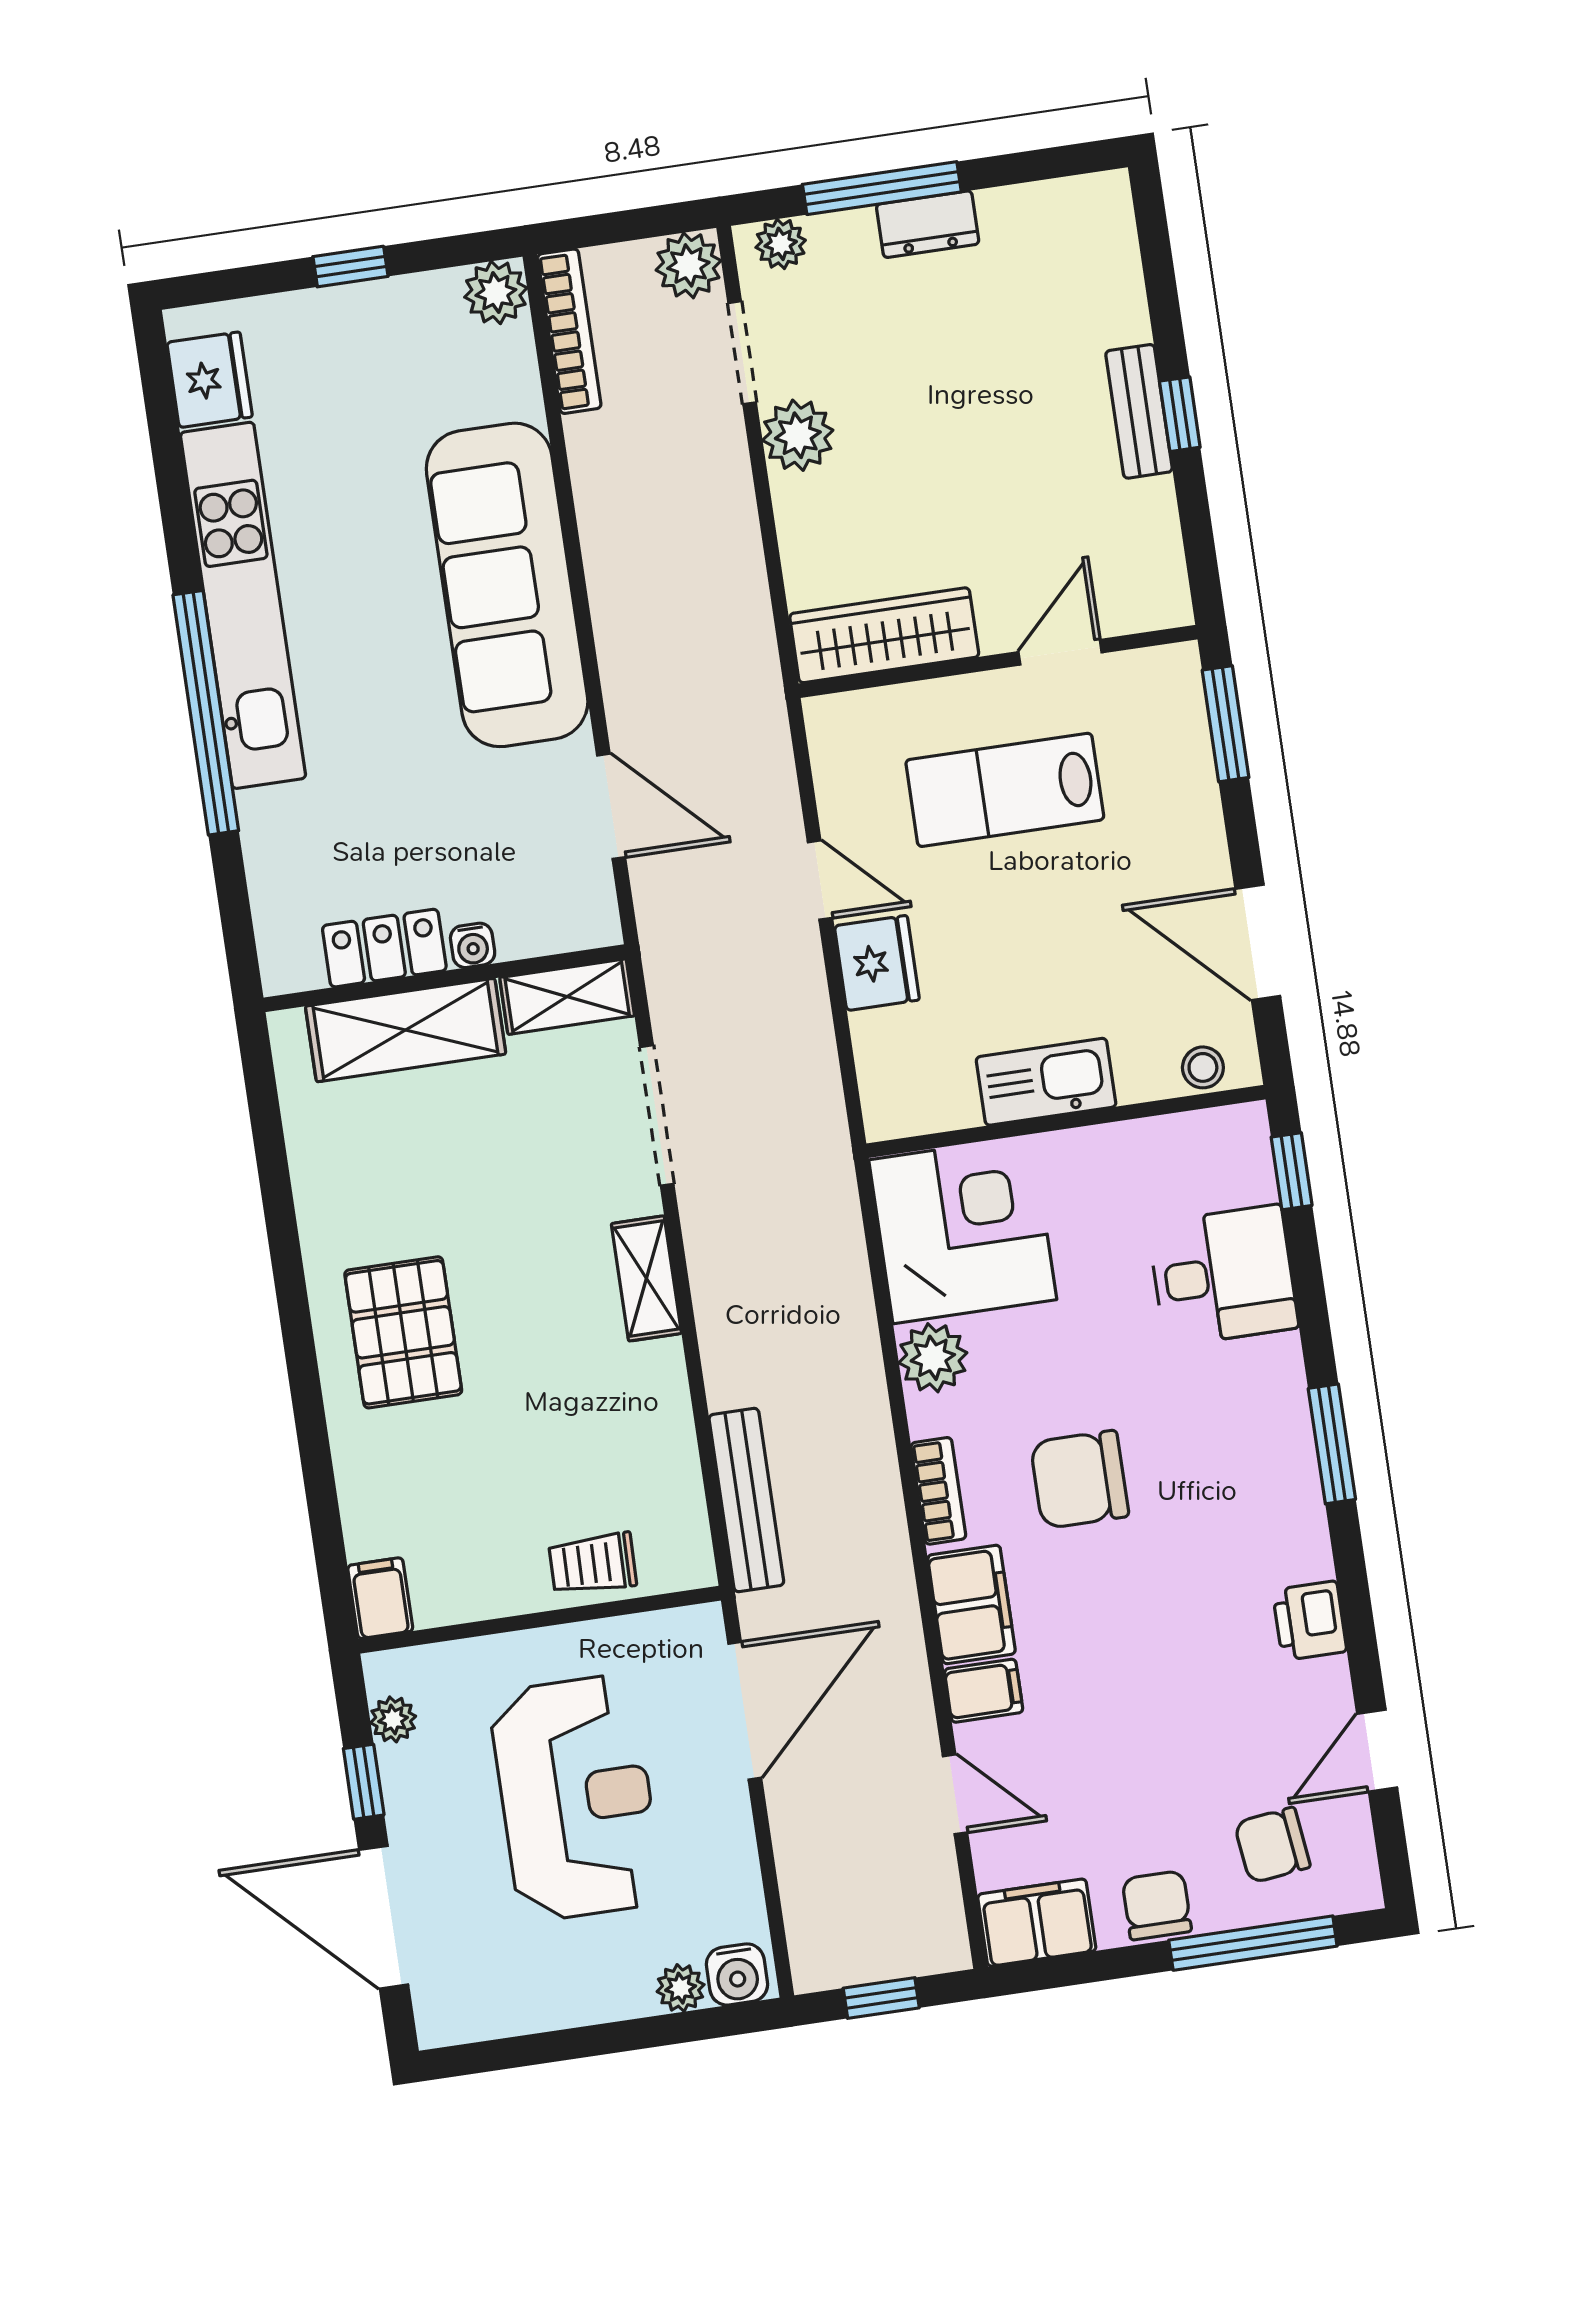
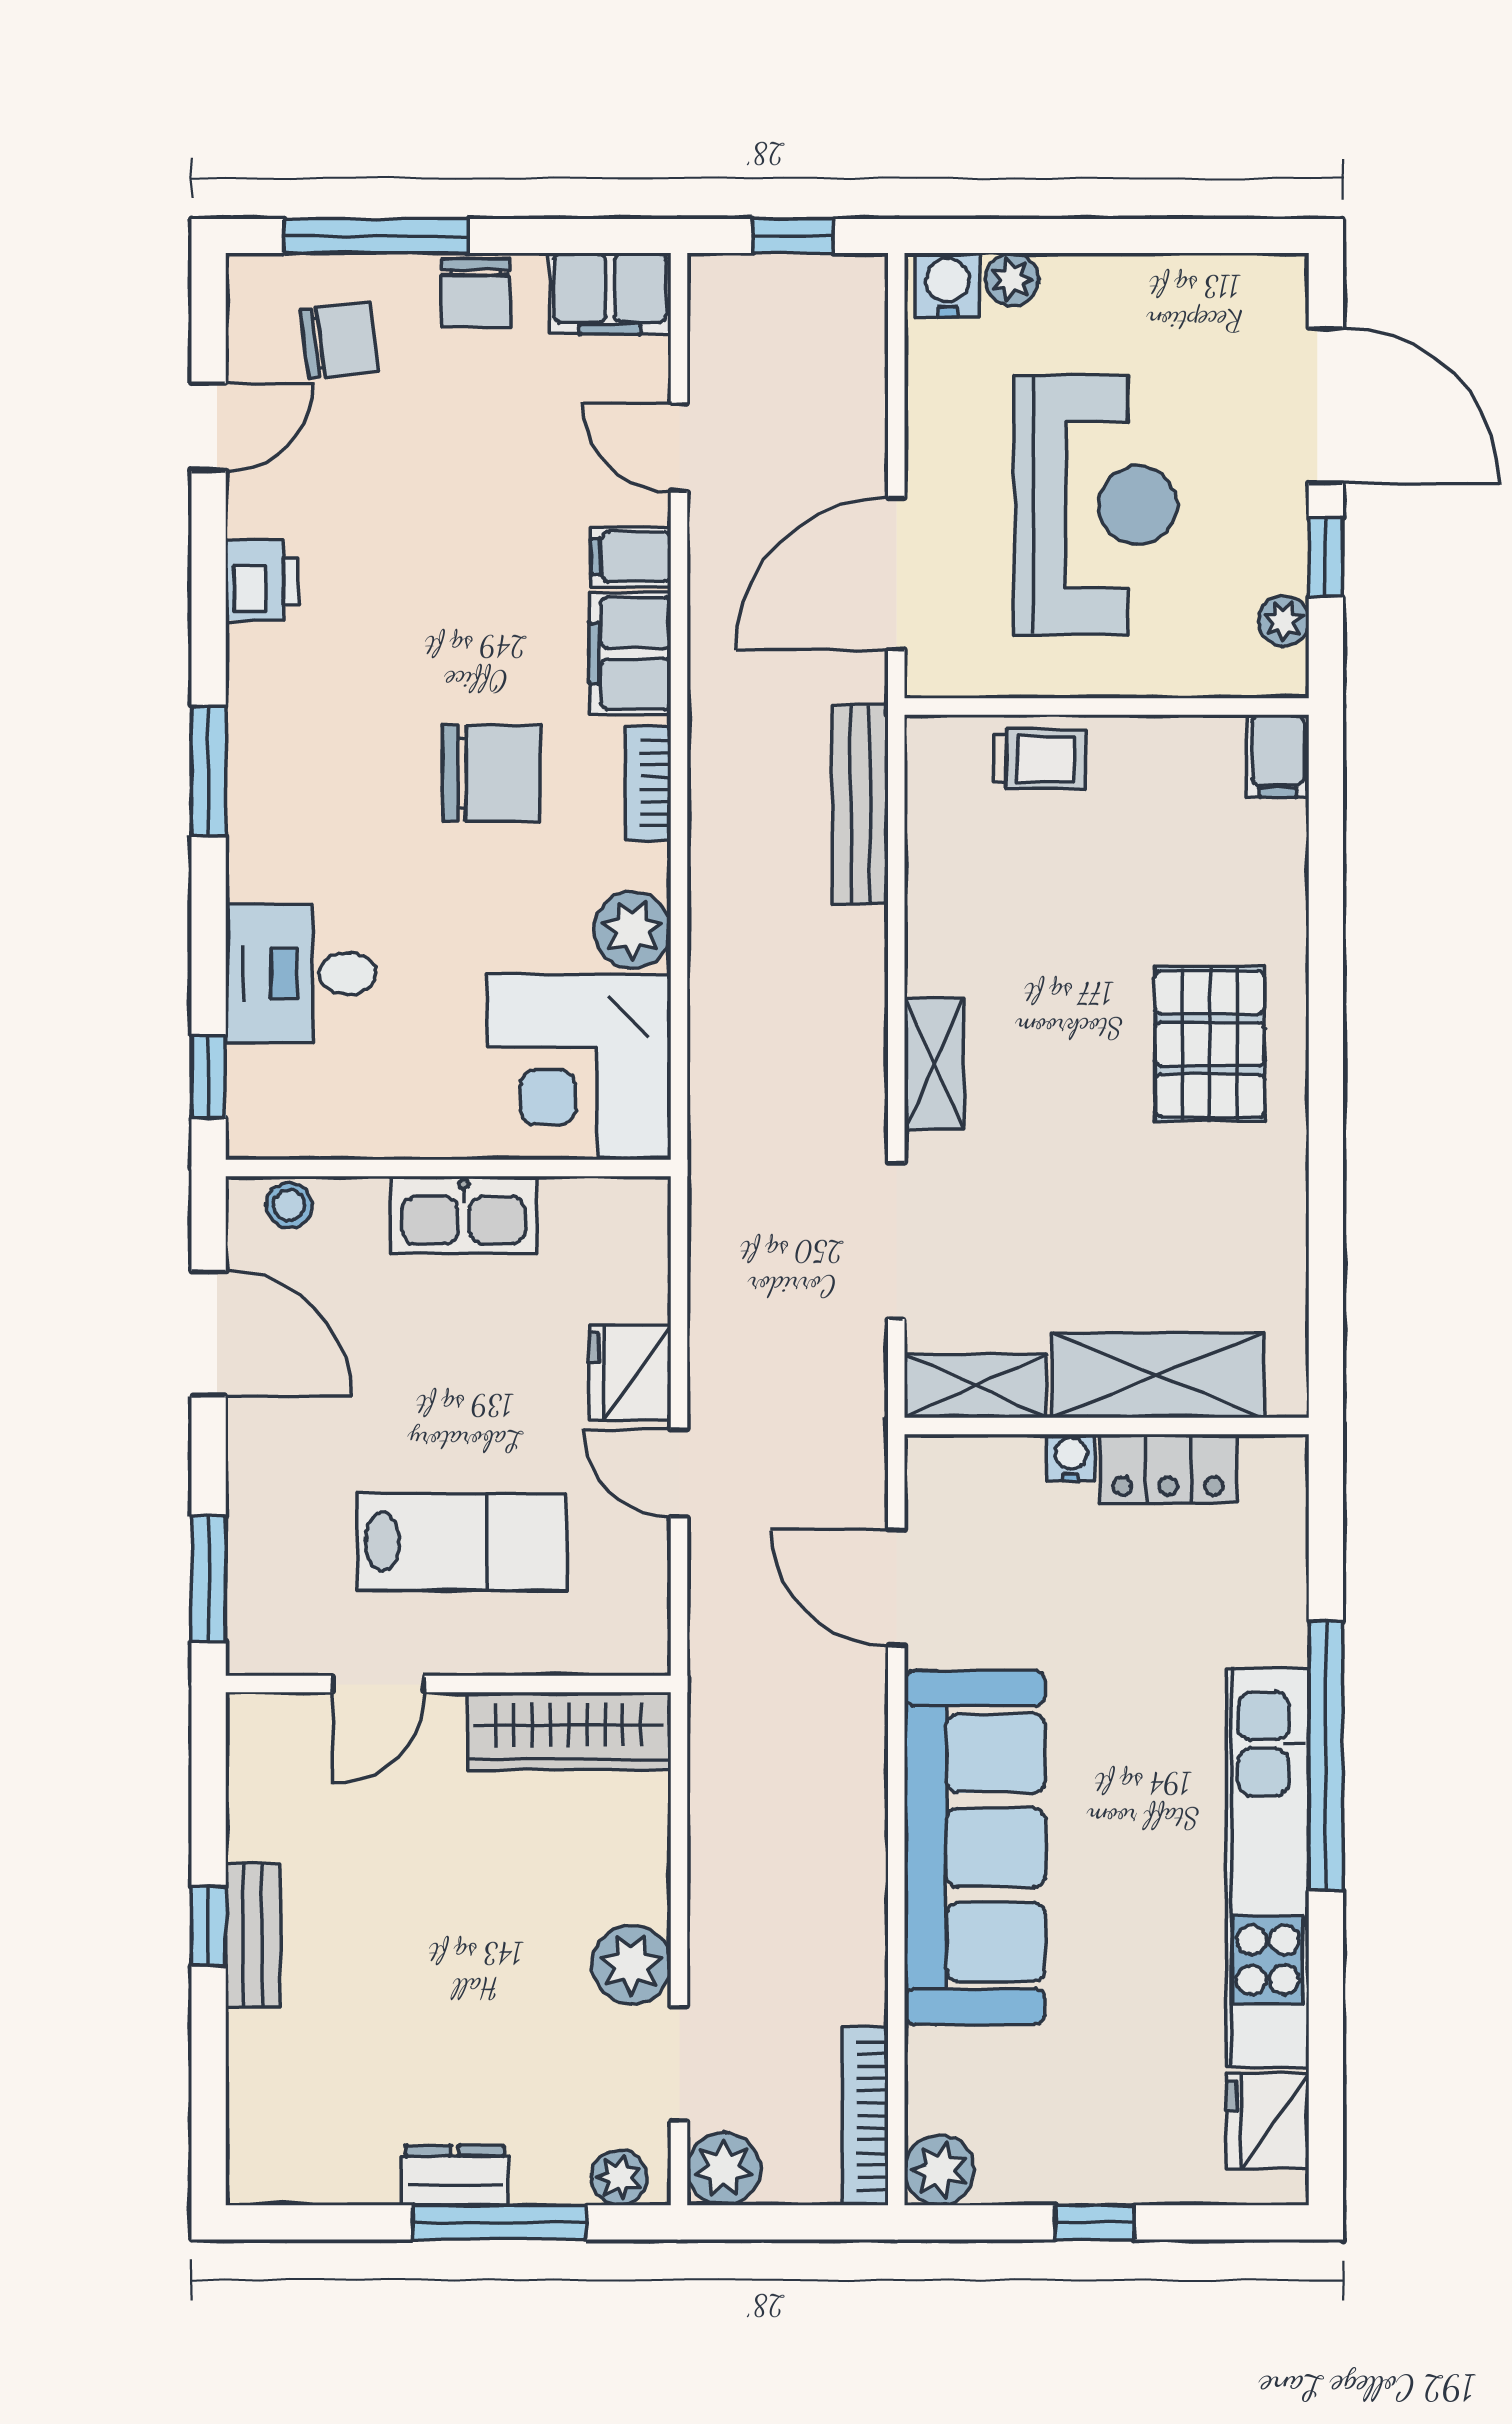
reception desk: (576, 1798) -> (1095, 505), turned 180

